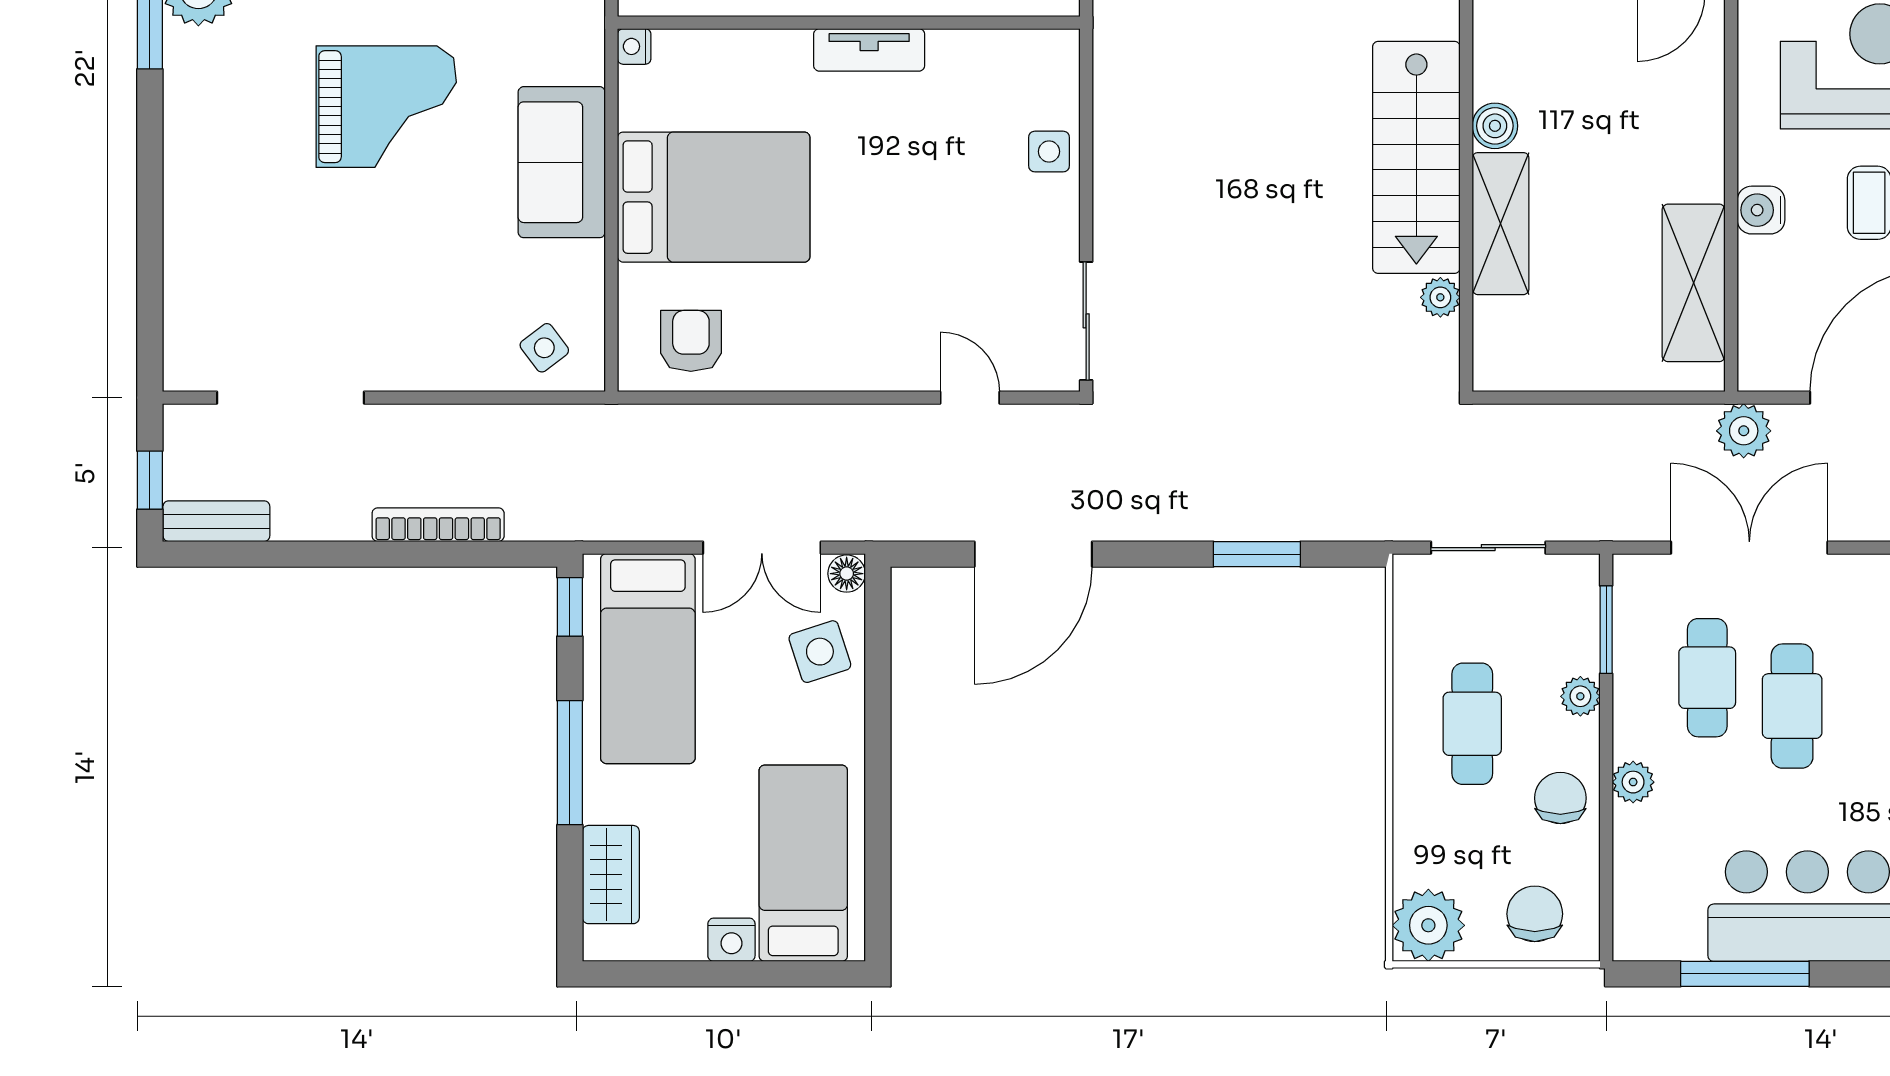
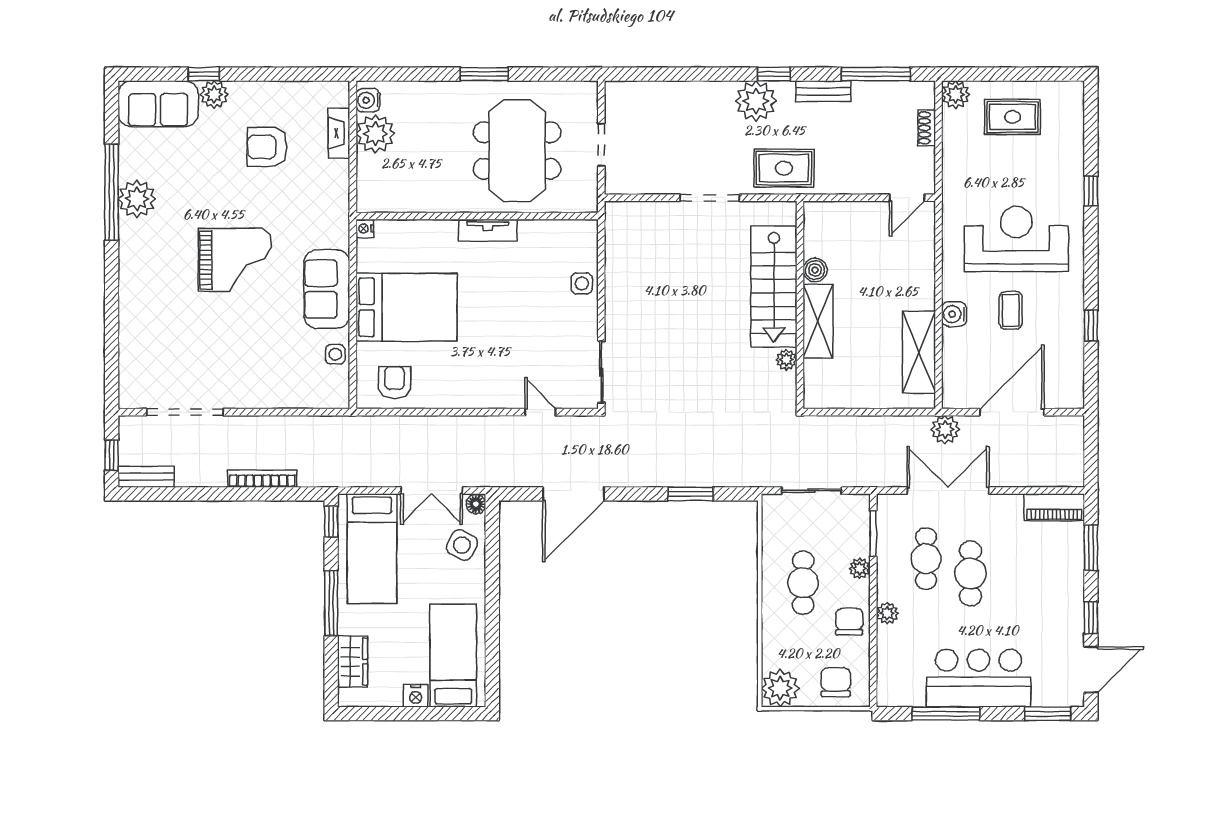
side table: (544, 348) -> (335, 354), moved, turned 37
side table: (820, 652) -> (462, 545), turned 45

